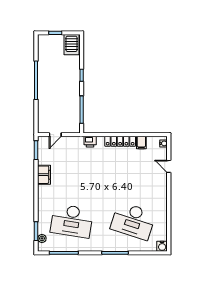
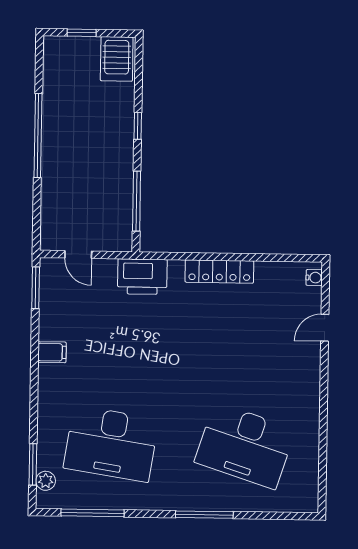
door: (55, 135) -> (78, 255), hinge flipped
printer: (90, 142) -> (142, 277), width x1.87, depth x1.48
filing cabinet: (141, 142) -> (266, 275), removed
door: (169, 166) -> (325, 328), hinge flipped
filing cabinet: (44, 175) -> (52, 352), width x0.50
water cooler: (162, 246) -> (307, 502), removed

